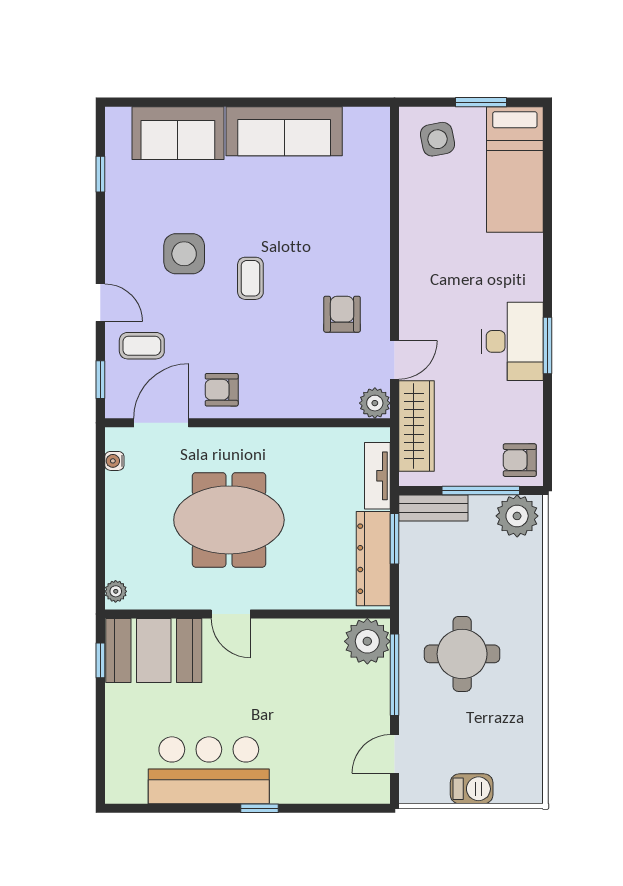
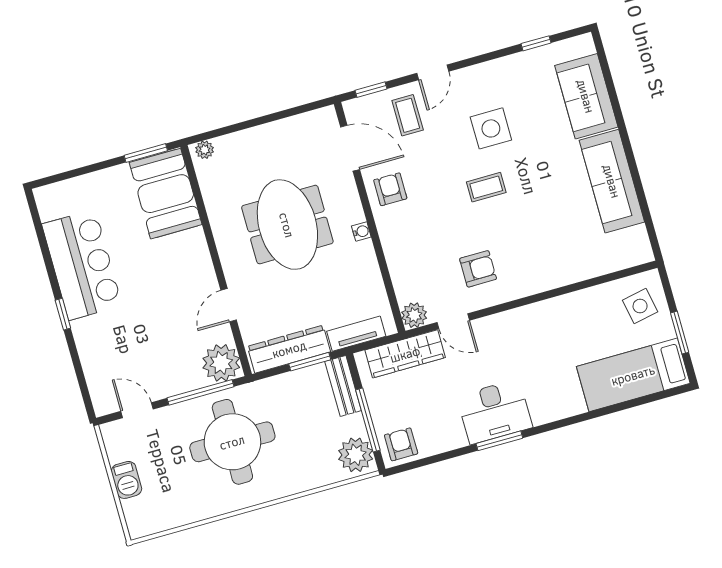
water cooler: (114, 461) -> (361, 232), moved, turned 90
door: (231, 614) -> (229, 305), moved
round table: (462, 654) -> (232, 442), width x1.36, depth x1.36
window: (100, 660) -> (146, 153), width x1.50

